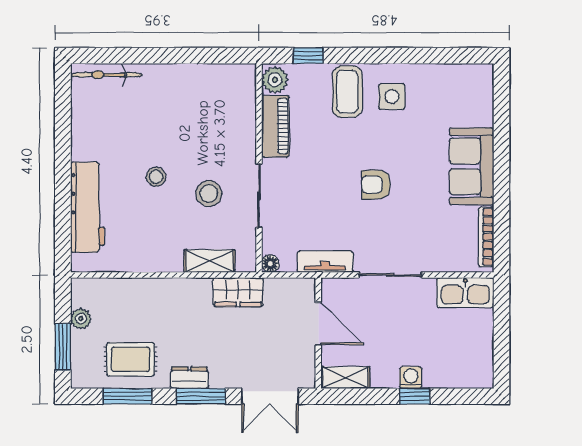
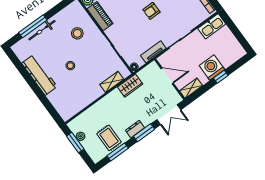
window: (140, 56) -> (33, 26), added
bicycle: (106, 75) -> (42, 30), moved
stool: (209, 194) -> (77, 33), moved
workbench: (88, 207) -> (39, 75), moved
window: (63, 347) -> (75, 143), moved
rug: (131, 359) -> (109, 138), turned 90
washing machine: (411, 378) -> (212, 68), width x1.89, depth x1.89

